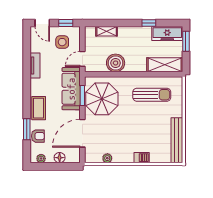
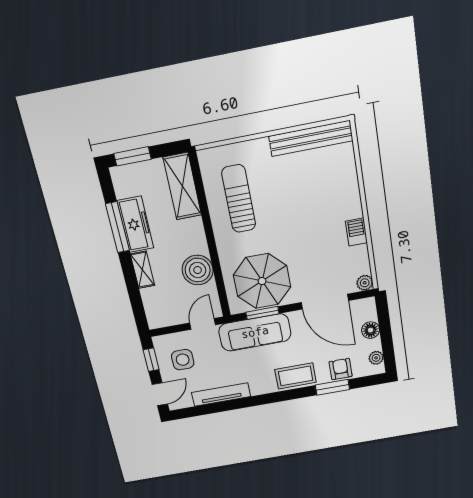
window: (149, 23) -> (117, 227), width x2.17
shelving: (107, 31) -> (142, 270), moved
freezer: (167, 34) -> (135, 224), moved
door: (82, 59) -> (203, 324), swing flipped
tv unit: (35, 66) -> (221, 394), width x1.41
plant: (107, 158) -> (365, 283), moved
barbecue: (142, 158) -> (356, 232), moved

